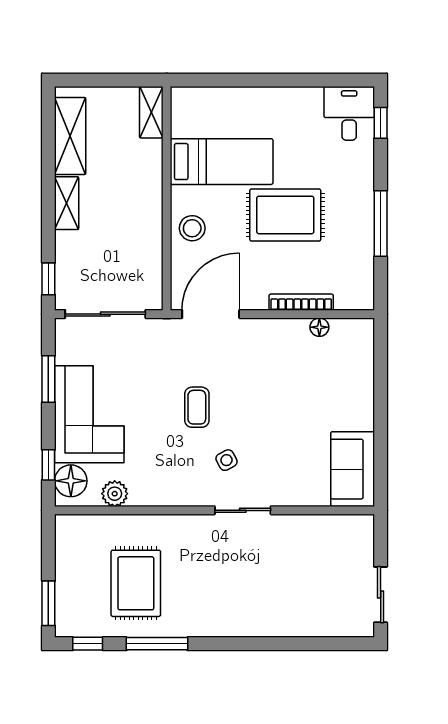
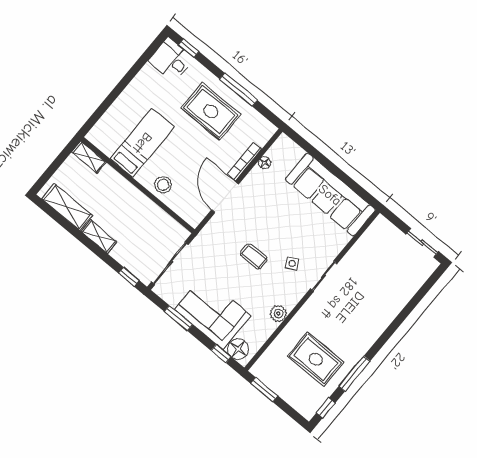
rug: (285, 215) -> (211, 111), moved, turned 90
door: (211, 314) -> (225, 197), moved
sofa: (353, 469) -> (330, 195), width x1.85, depth x1.27
plant: (115, 494) -> (279, 314), moved
window: (48, 603) -> (264, 390), moved

